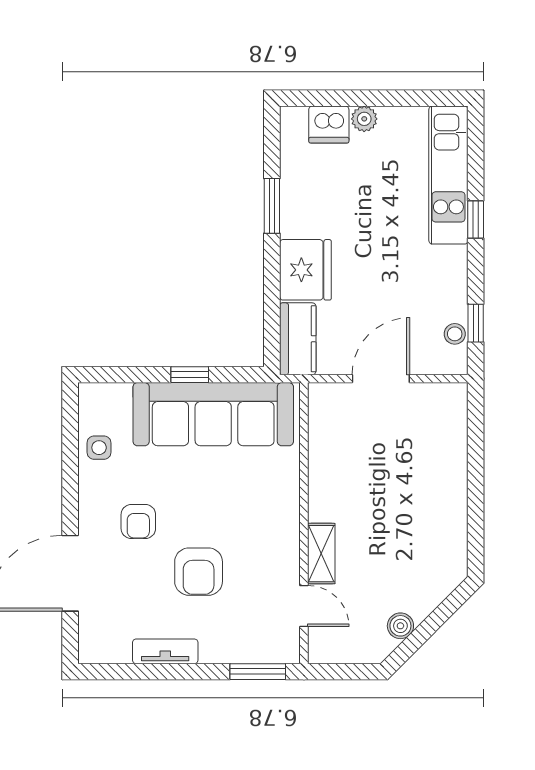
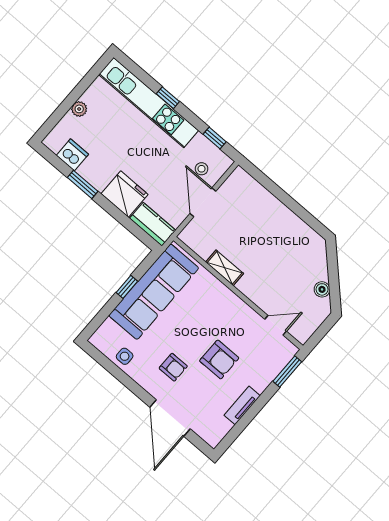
dishwasher: (329, 125) -> (72, 155), moved, turned -90
kitchen unit: (448, 175) -> (149, 103), width x1.36
stool: (455, 334) -> (202, 169), moved
shelving: (321, 554) -> (225, 268), moved

